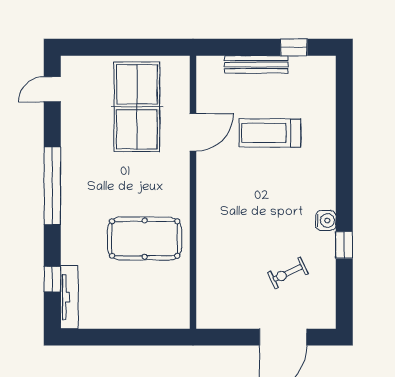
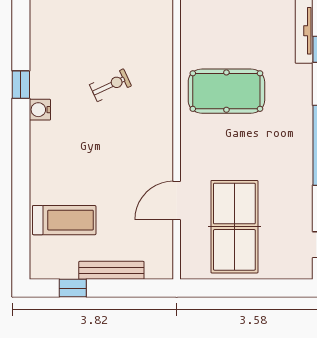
treadmill: (270, 133) -> (64, 220), moved
exercise bike: (288, 273) -> (110, 85), moved

